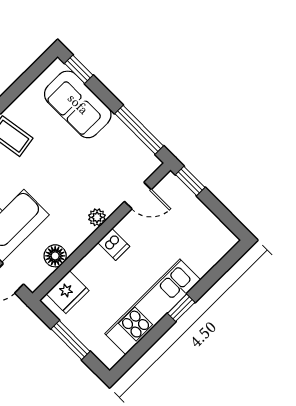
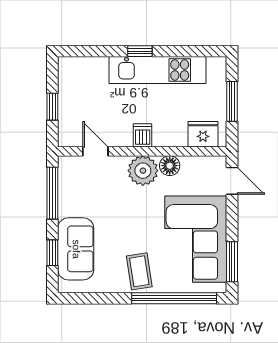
window: (79, 69) -> (52, 253), moved
window: (190, 181) -> (52, 107), moved
plant: (97, 217) -> (143, 171), width x1.88, depth x1.88
floor lamp: (55, 256) -> (170, 166), moved

